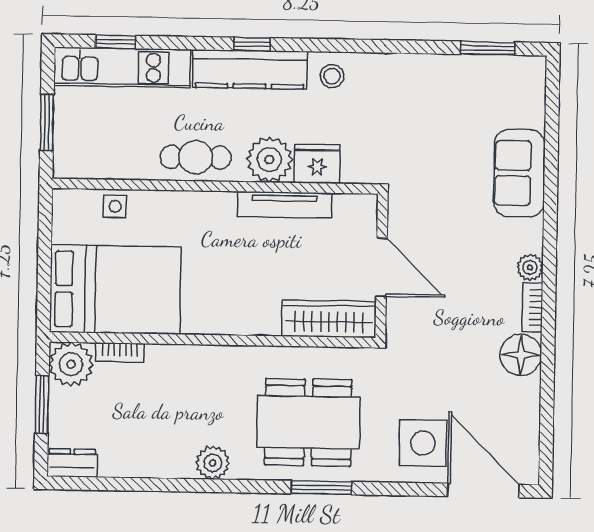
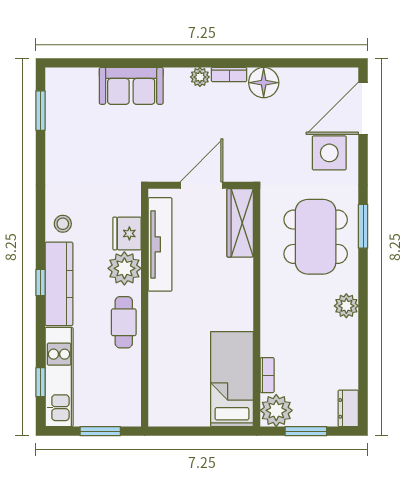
tv unit: (284, 205) -> (160, 244), width x1.36, depth x1.29
side table: (115, 206) -> (160, 380), removed
bed: (115, 290) -> (232, 379), width x0.67

